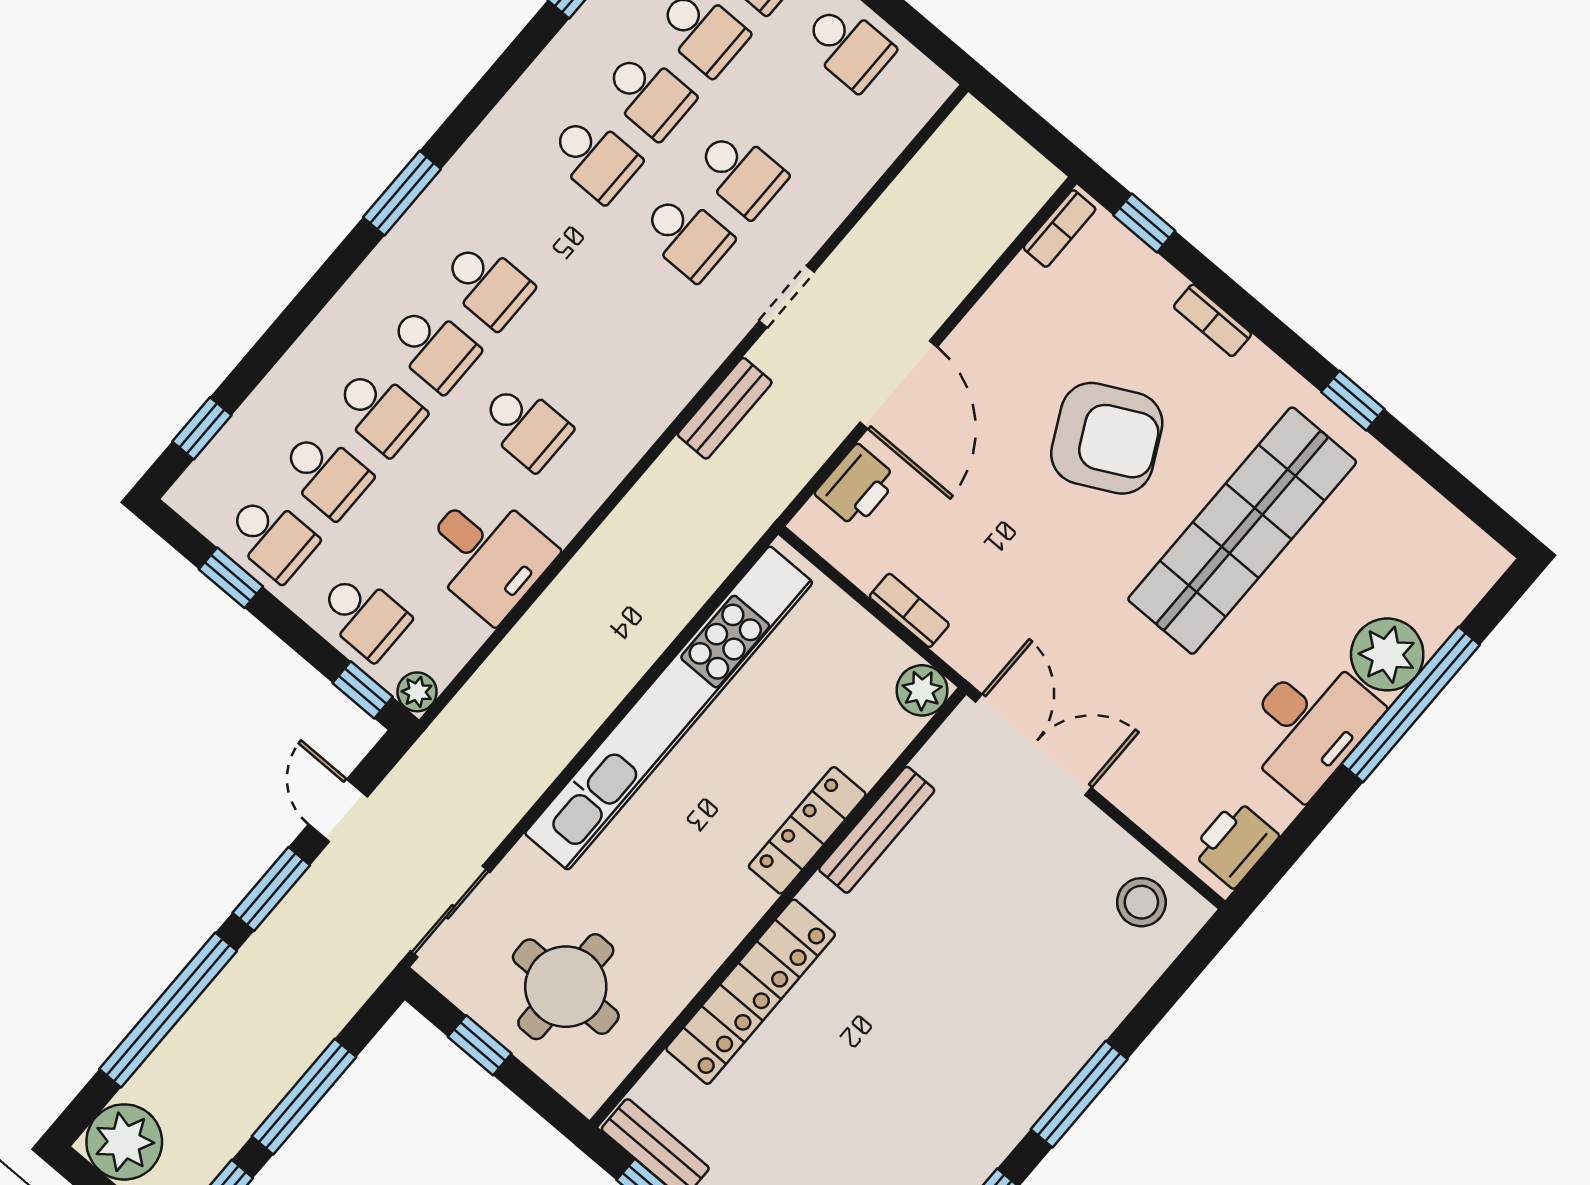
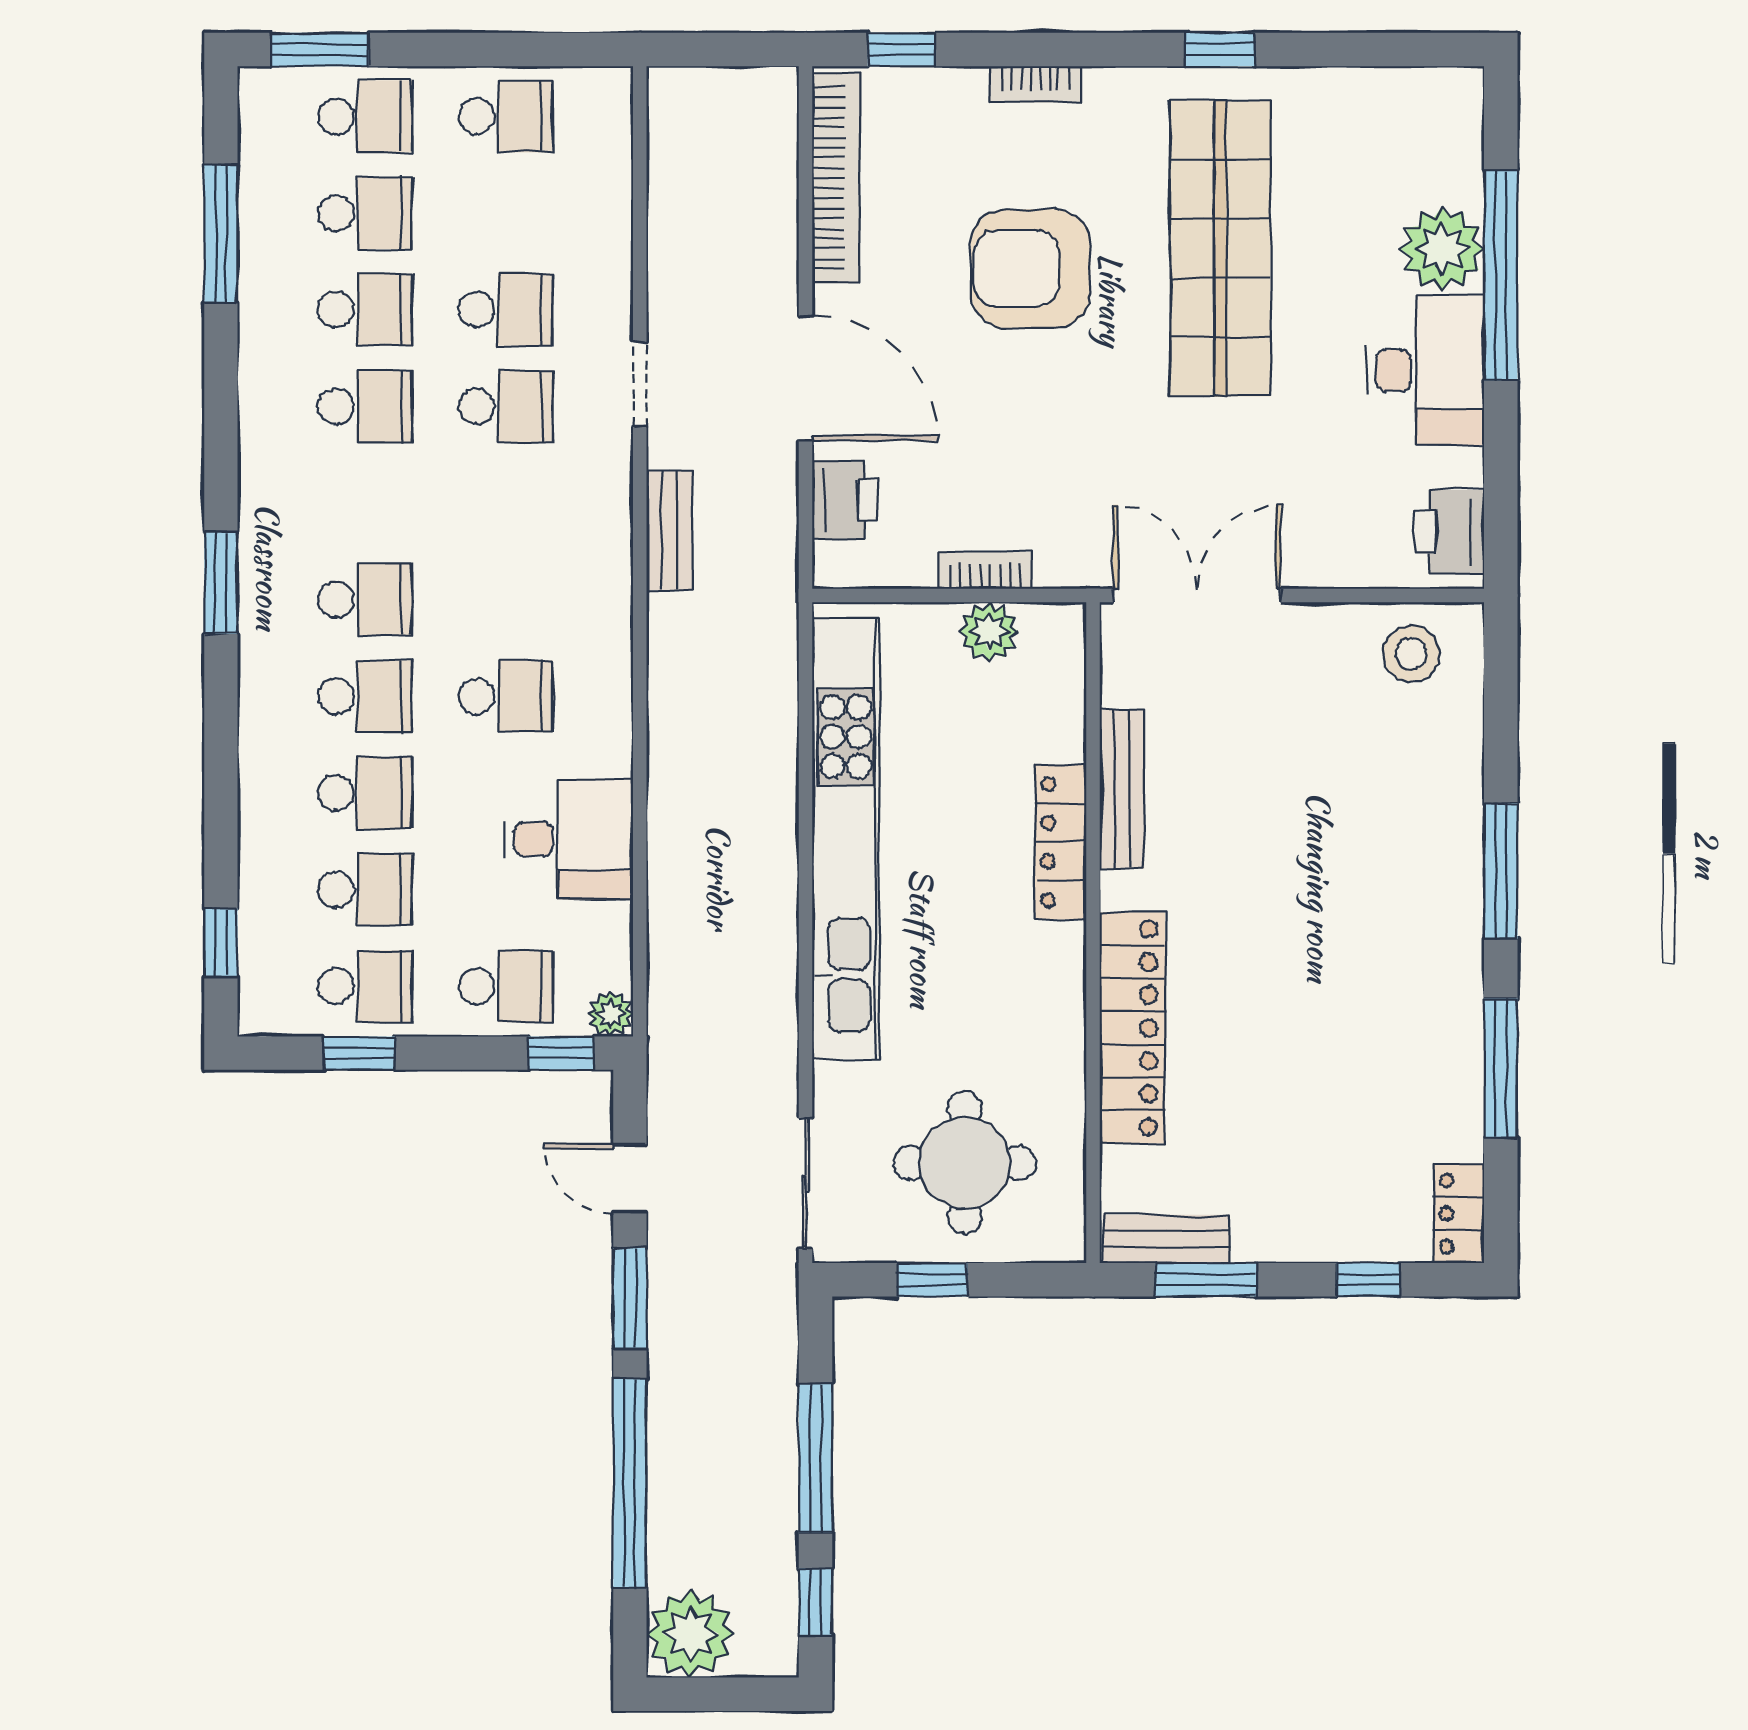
bookcase: (1060, 228) -> (836, 178), width x2.31, depth x1.31
armchair: (1107, 438) -> (1030, 269), turned -153
plant: (922, 690) -> (989, 632), moved

